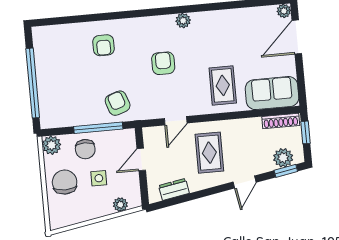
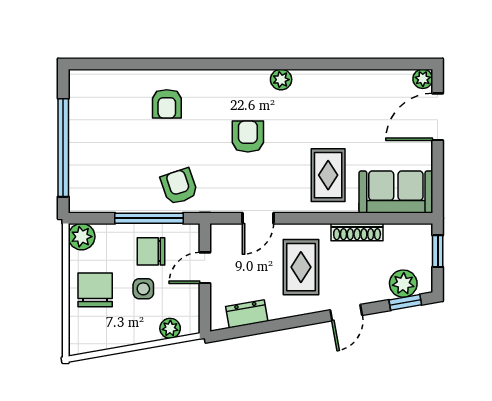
shoe rack: (281, 121) -> (357, 232), moved
chair: (85, 149) -> (151, 251), moved, turned 90

